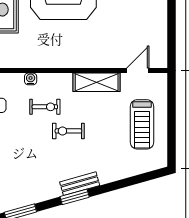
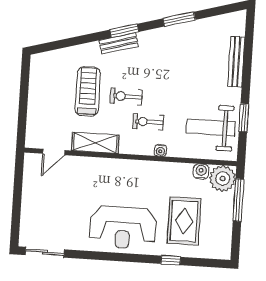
treadmill: (142, 124) -> (88, 91), moved
exercise bike: (68, 131) -> (126, 96), turned 180

